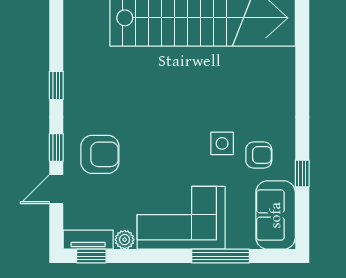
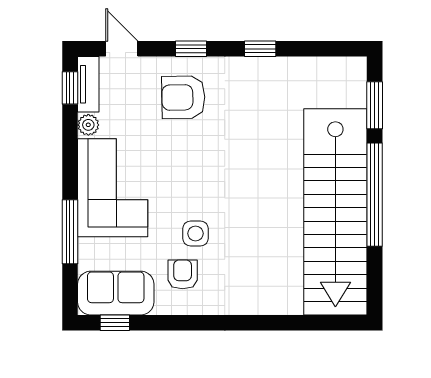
armchair: (100, 154) -> (183, 97), turned 89
armchair: (259, 155) -> (183, 274), turned 180
window: (302, 173) -> (115, 323), moved
door: (56, 189) -> (122, 49), moved

